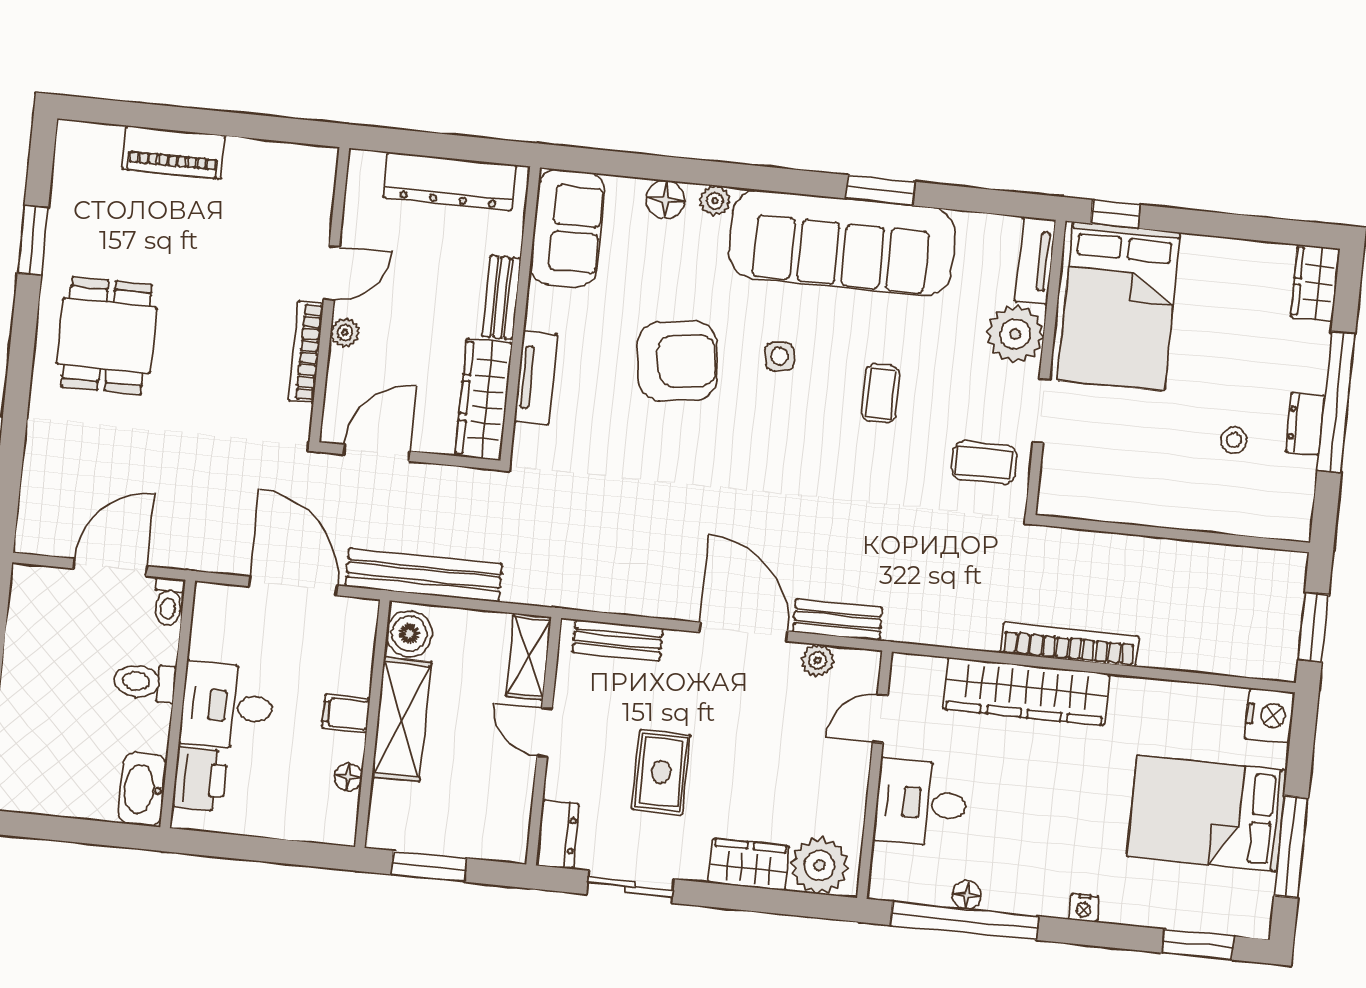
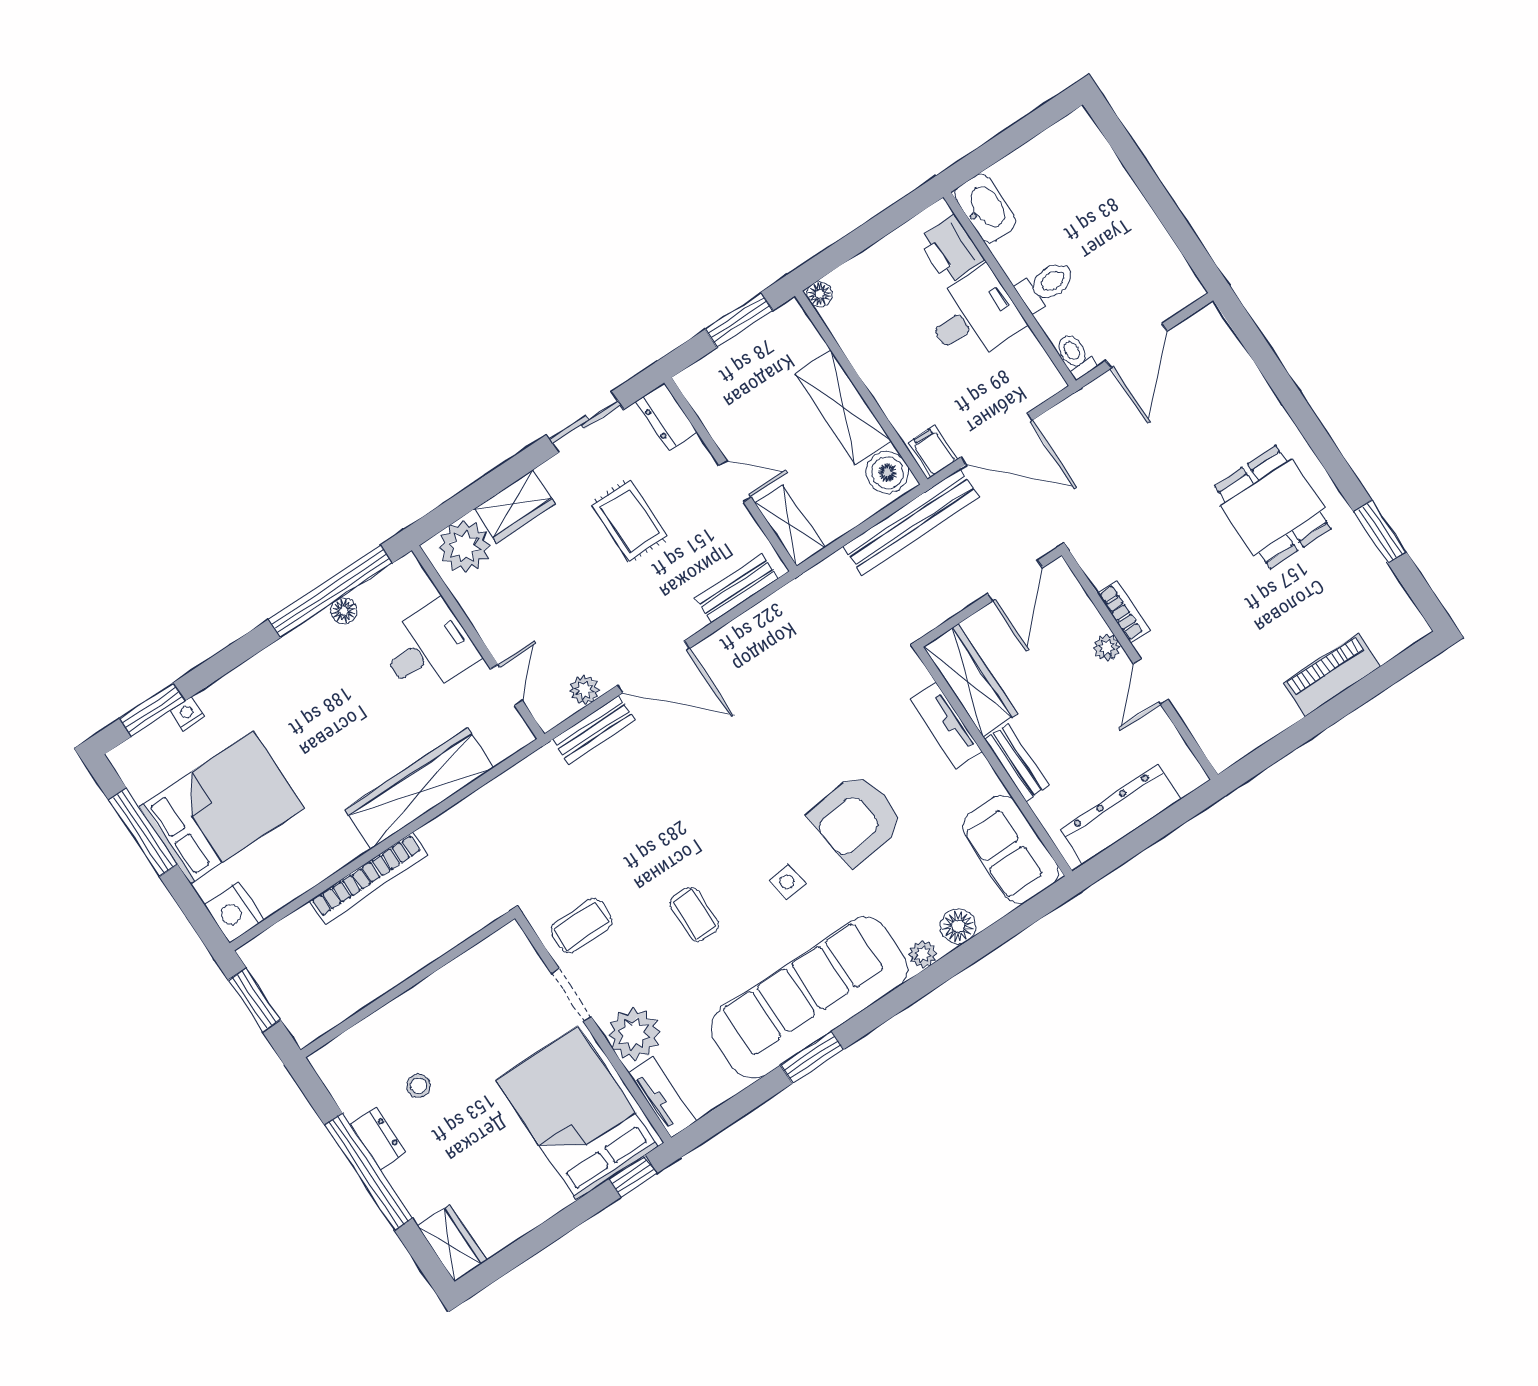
bookcase: (306, 352) -> (1123, 611), width x0.64
bookcase: (1069, 645) -> (368, 878), moved
filing cabinet: (346, 713) -> (933, 451), moved, turned -90
floor lamp: (348, 777) -> (820, 294), moved
nightstand: (1084, 908) -> (187, 714), moved

